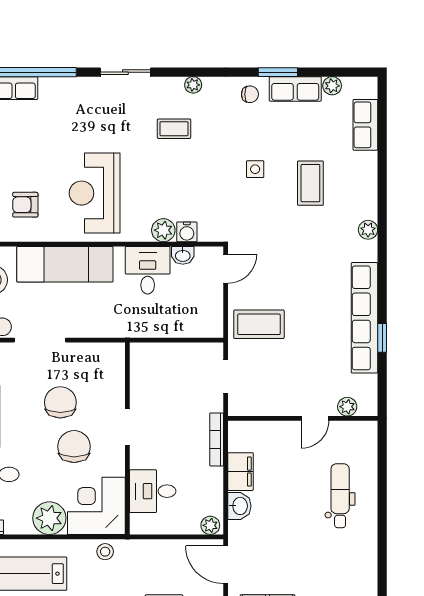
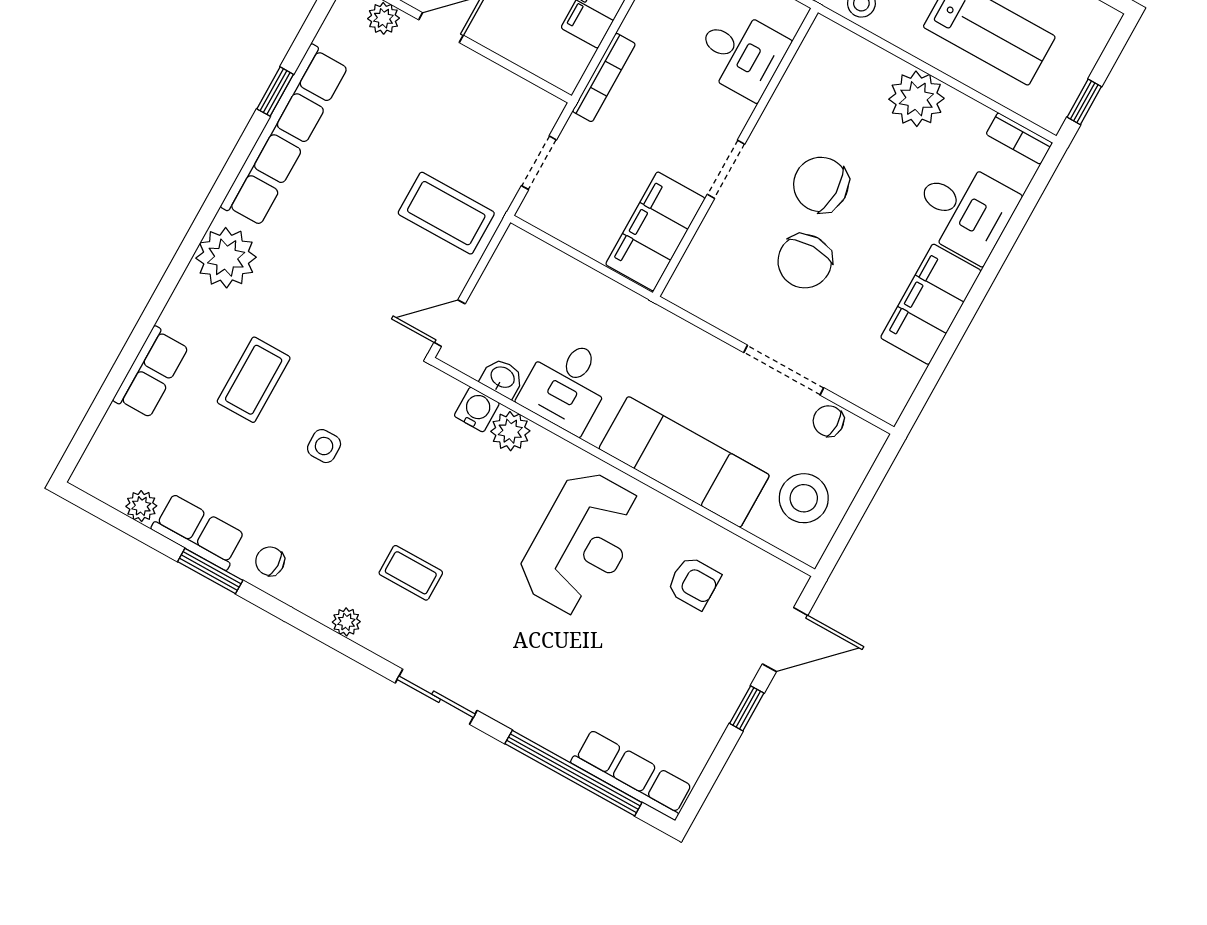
row of seats: (365, 125) -> (151, 373), moved
plant: (368, 230) -> (226, 258), width x1.87, depth x1.87
filing cabinet: (146, 375) -> (655, 231), added
chair: (74, 447) -> (821, 185), turned 90
corner desk: (96, 506) -> (837, 78), removed

